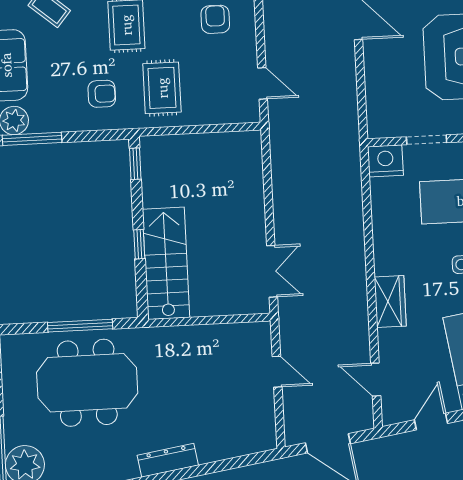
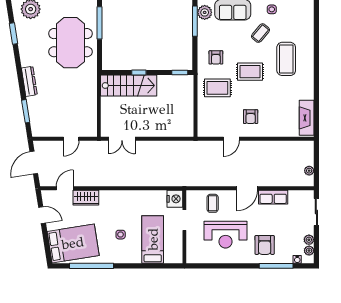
armchair: (215, 19) -> (251, 117), turned 90
door: (263, 83) -> (231, 139), moved
coffee table: (391, 86) -> (213, 203), added
wardrobe: (390, 302) -> (86, 198), moved
window: (80, 326) -> (99, 23), moved
window: (227, 464) -> (26, 111), added

